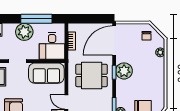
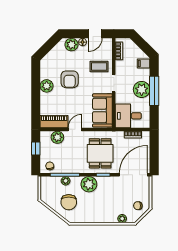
window: (36, 19) -> (154, 91), moved
door: (114, 41) -> (133, 175), hinge flipped
plant: (124, 71) -> (89, 184), moved

